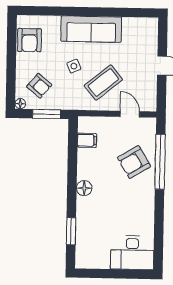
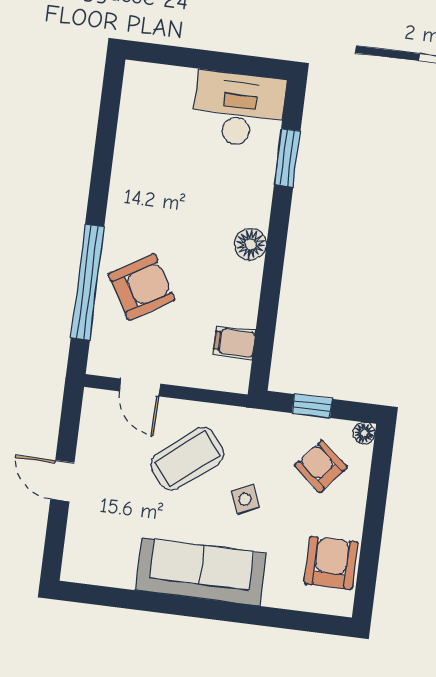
window: (47, 114) -> (312, 406), width x0.67
desk: (132, 253) -> (239, 109), moved

